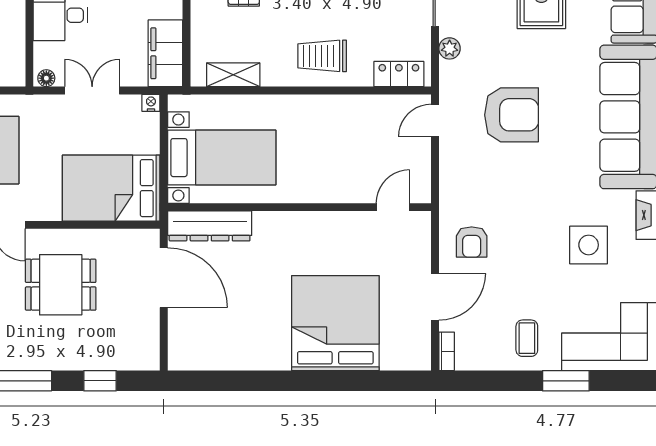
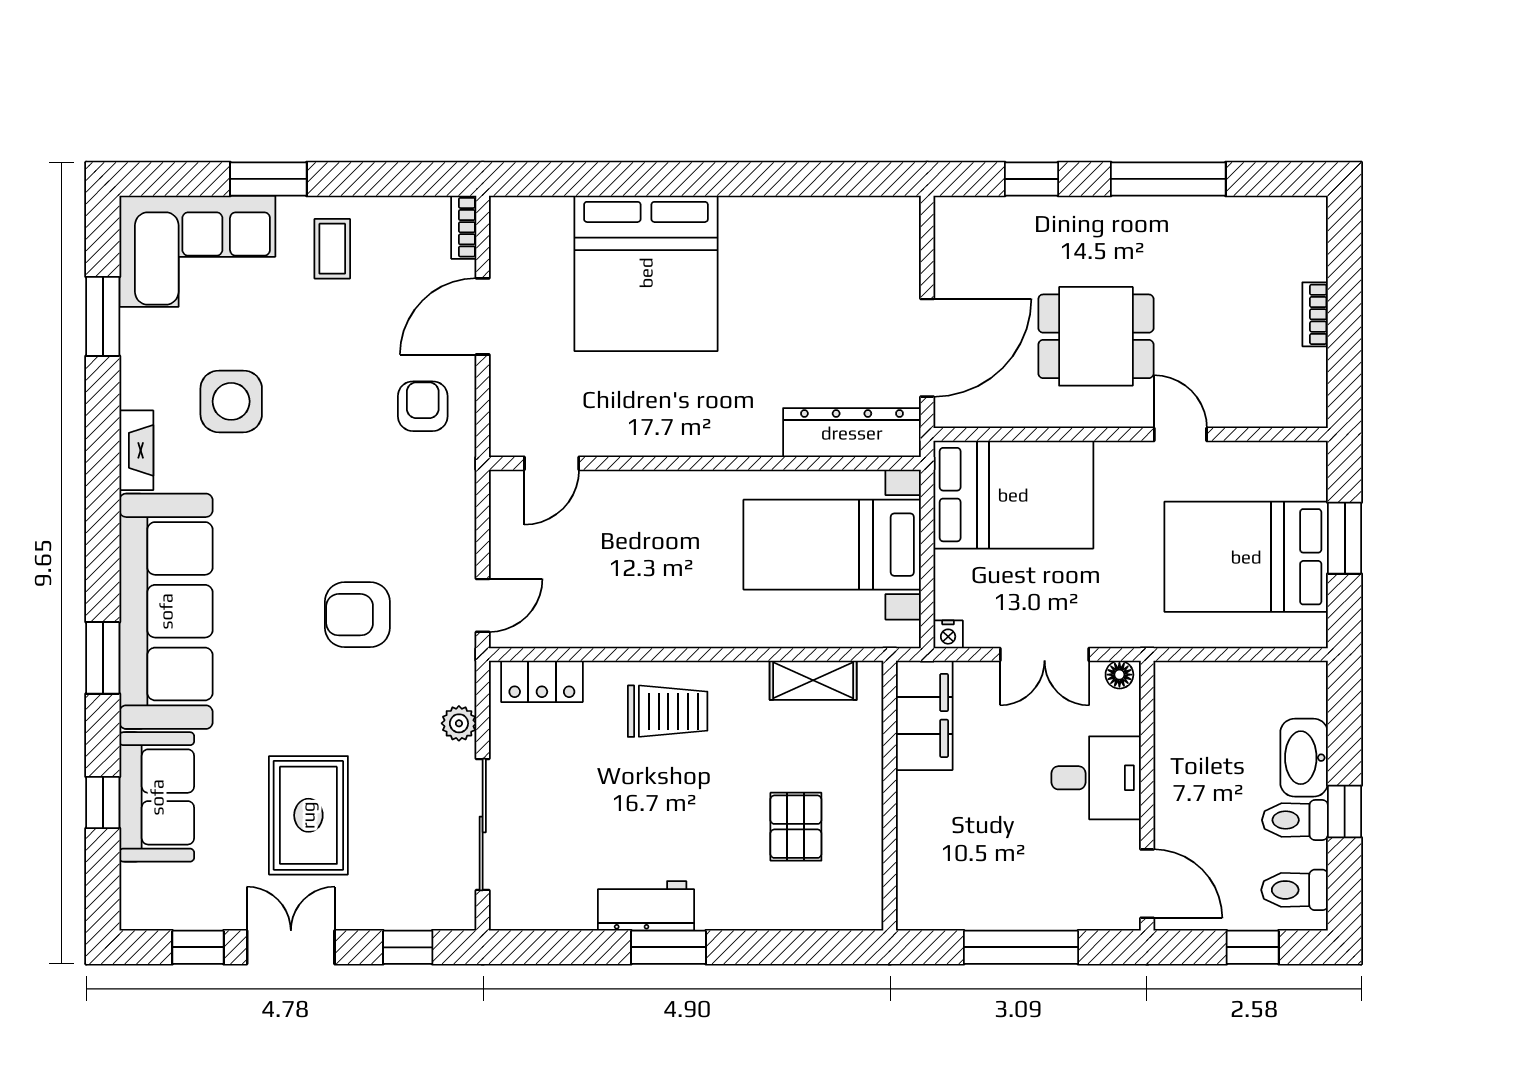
armchair: (512, 115) -> (357, 615), width x0.73, depth x0.73
door: (164, 278) -> (927, 348), swing flipped

